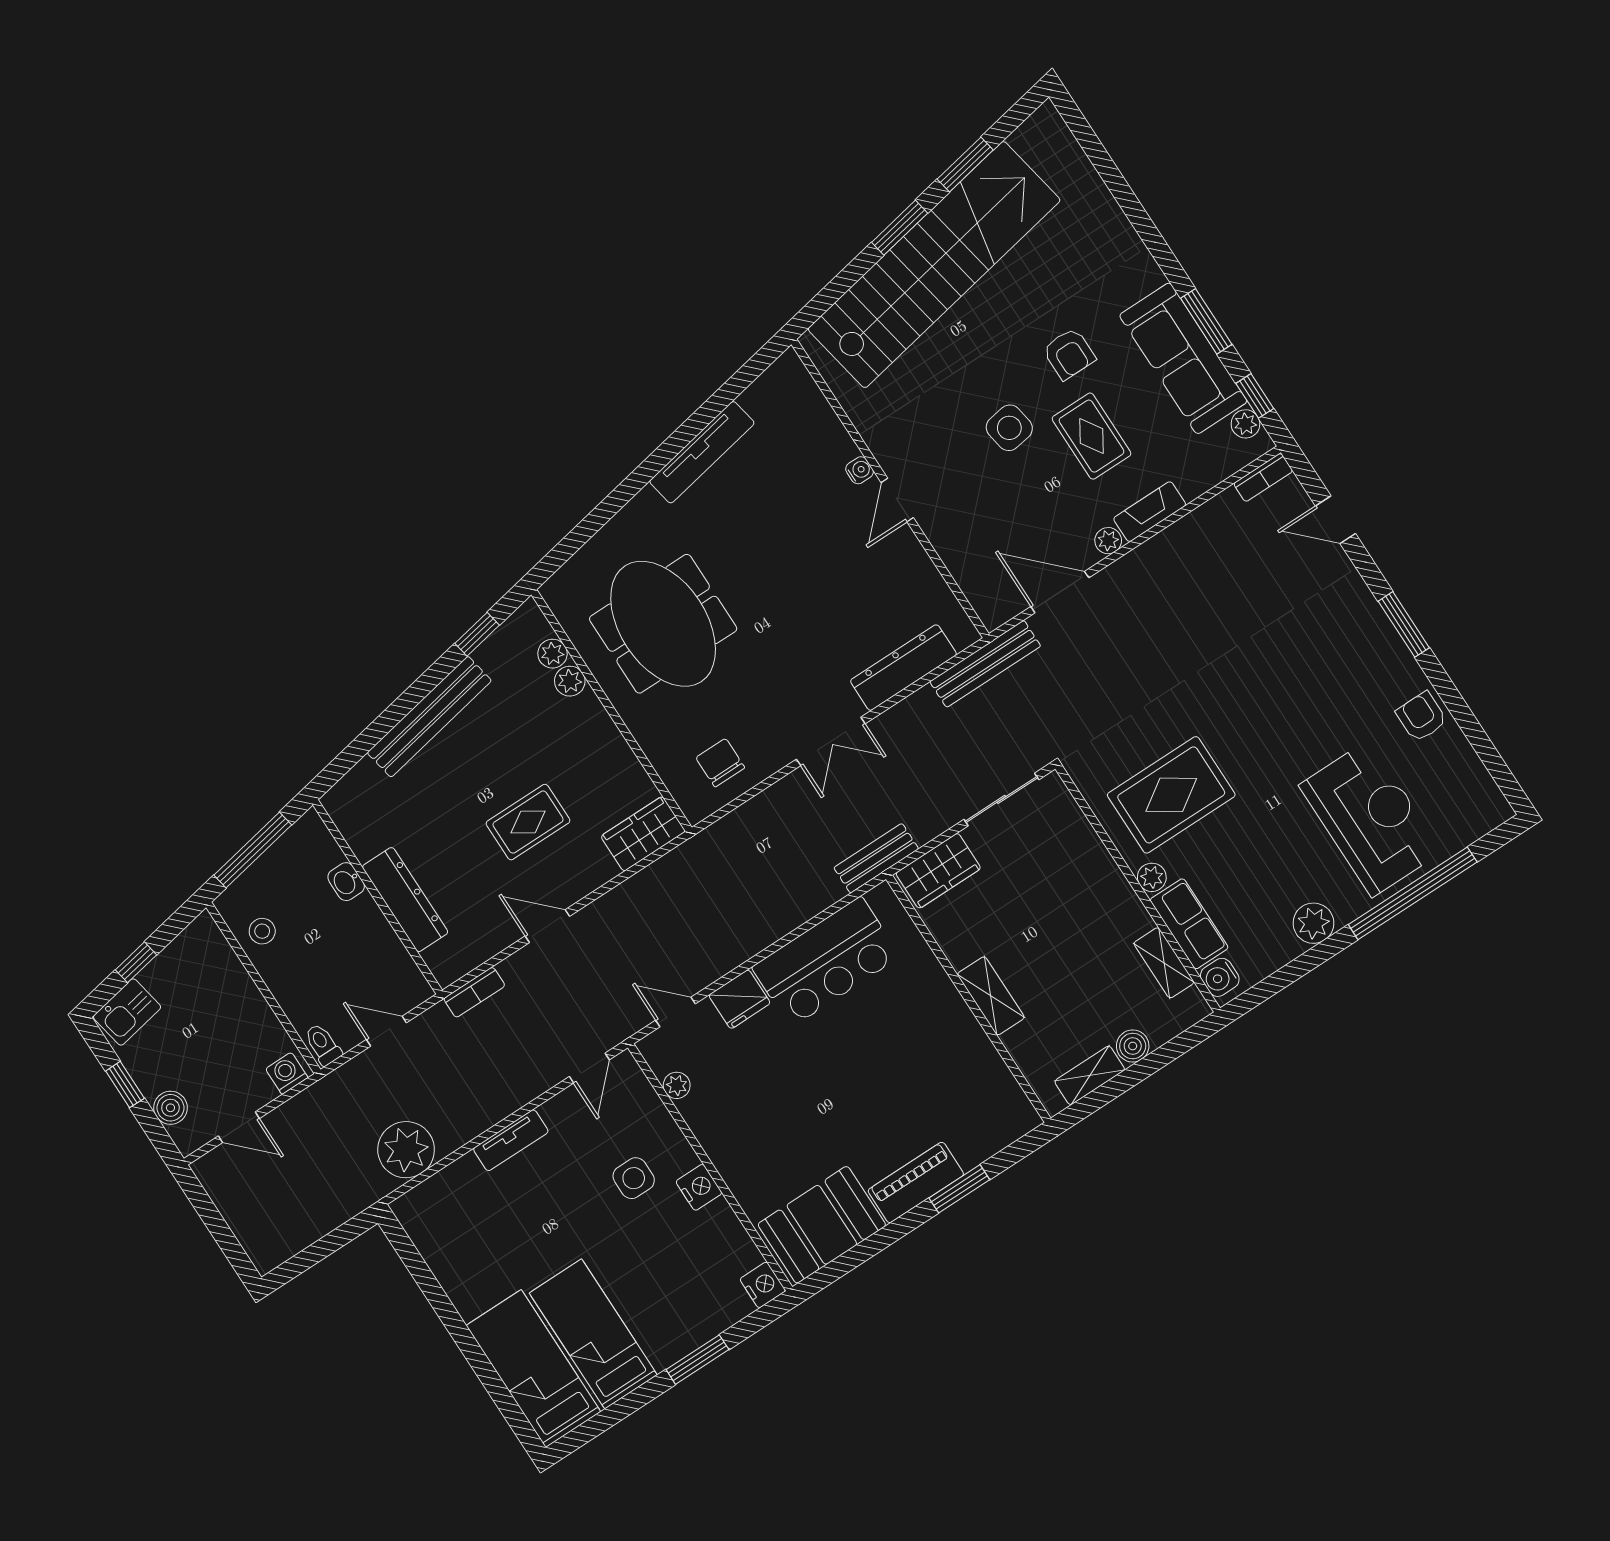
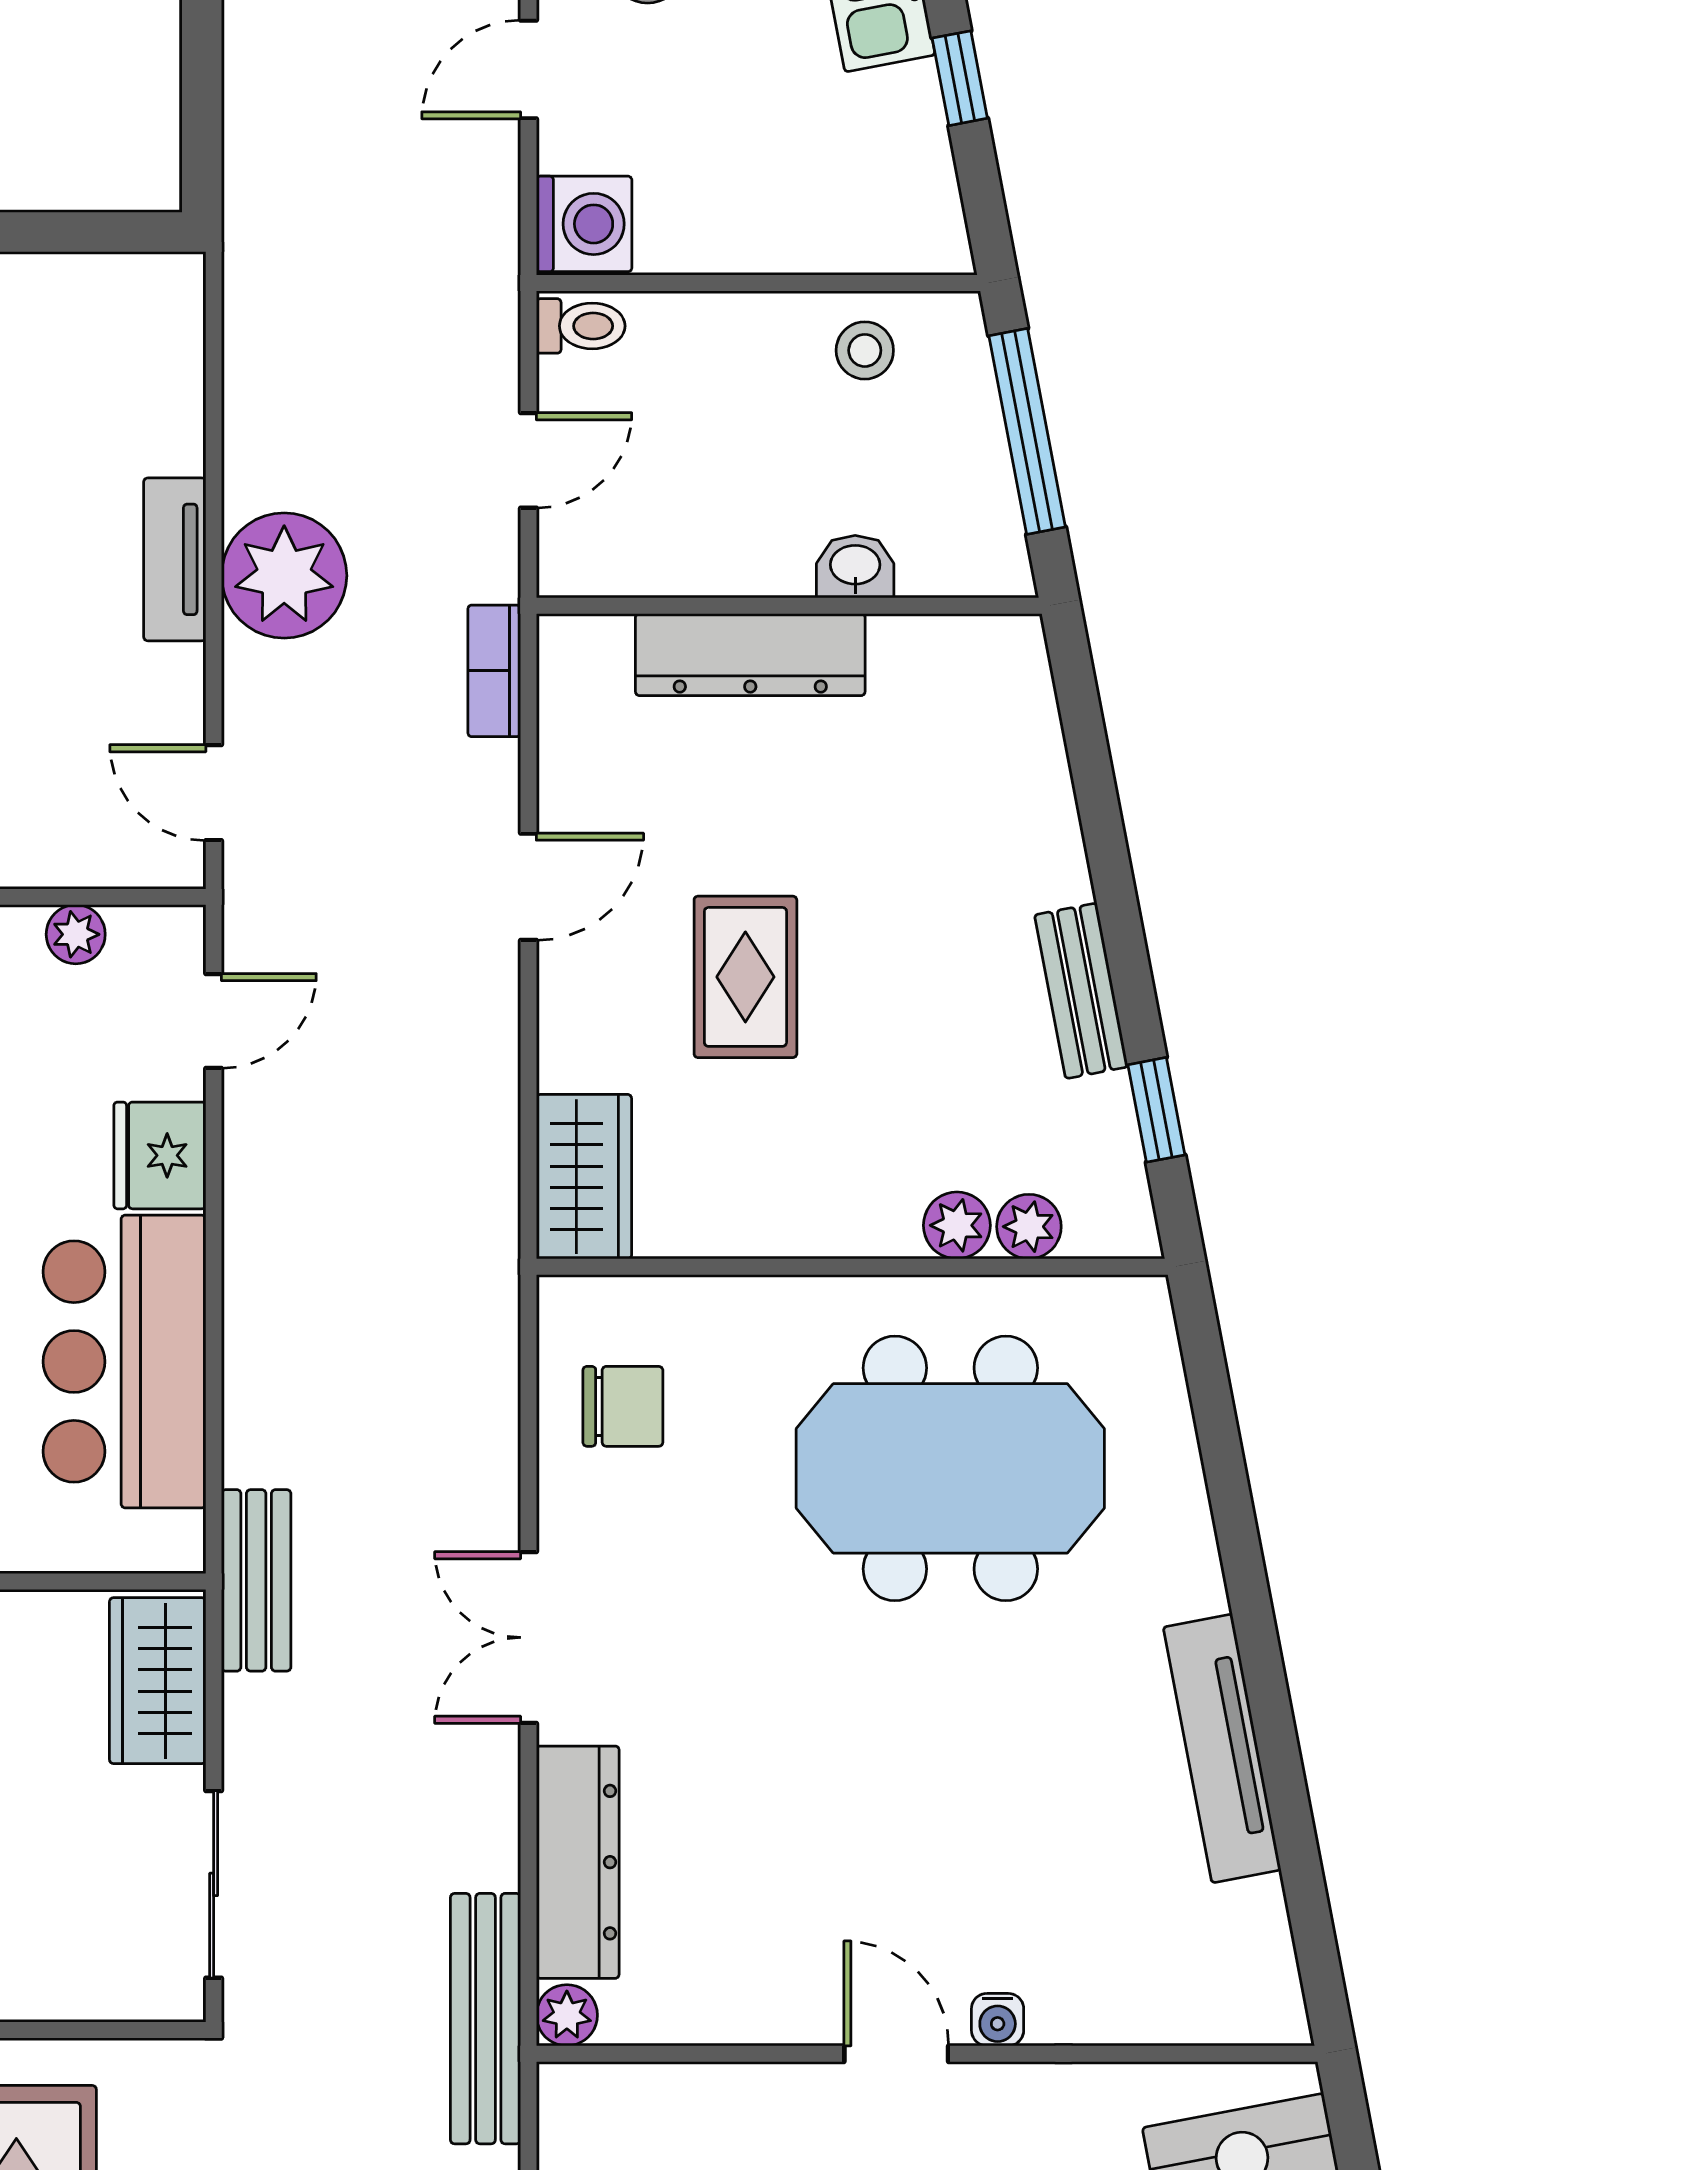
plant: (964, 634) -> (567, 2015), added
bench: (429, 717) -> (1081, 991), width x0.54, depth x0.82
washing machine: (287, 1073) -> (584, 224), width x1.38, depth x1.38
plant: (406, 1150) -> (284, 576), moved

